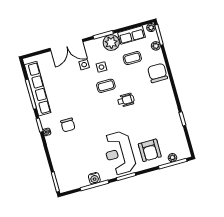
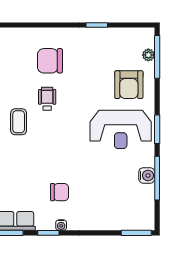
chair: (157, 73) -> (50, 61), moved
armchair: (150, 150) -> (129, 85), turned 90

